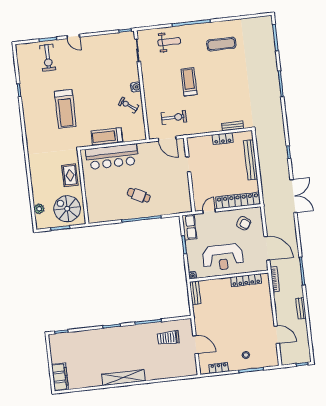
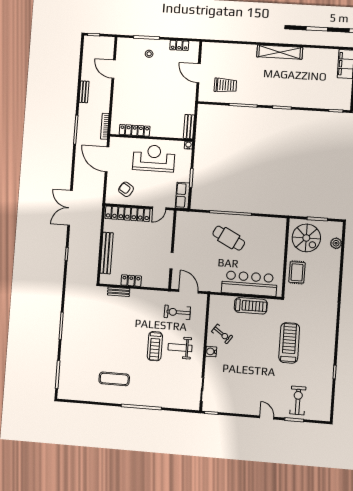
weight bench: (169, 42) -> (180, 348), moved
cafe table: (139, 195) -> (229, 238), width x1.37, depth x1.35

